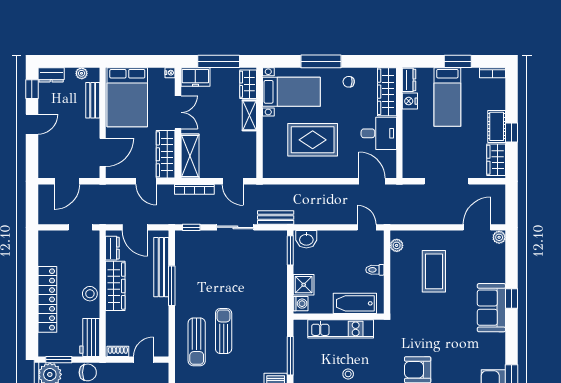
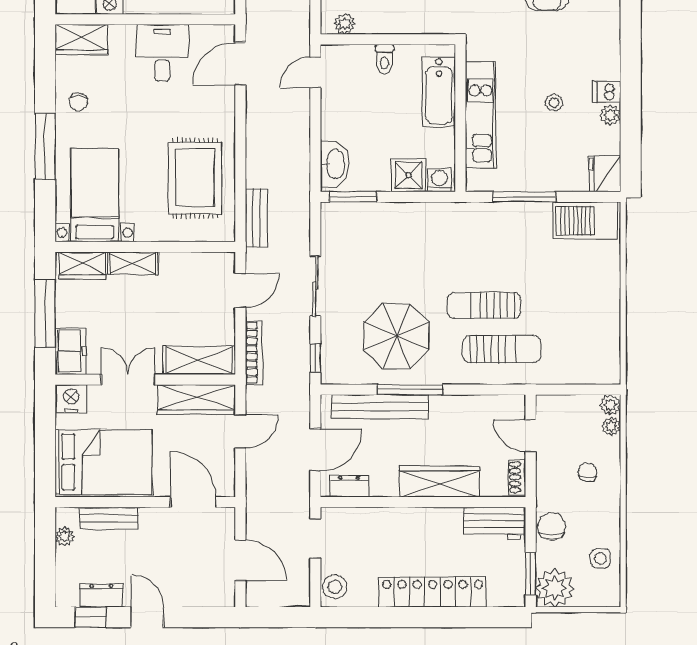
nightstand: (170, 73) -> (71, 399), width x1.89, depth x1.79
dresser: (51, 75) -> (101, 595), moved, turned -90
wardrobe: (387, 92) -> (81, 39), width x0.67
rug: (313, 140) -> (195, 178), moved
bench: (276, 217) -> (256, 218), moved
washbasin: (306, 239) -> (335, 164), width x1.38
parasol: (205, 277) -> (396, 336), added
wardrobe: (115, 286) -> (440, 482), moved
stool: (90, 294) -> (335, 587), moved

